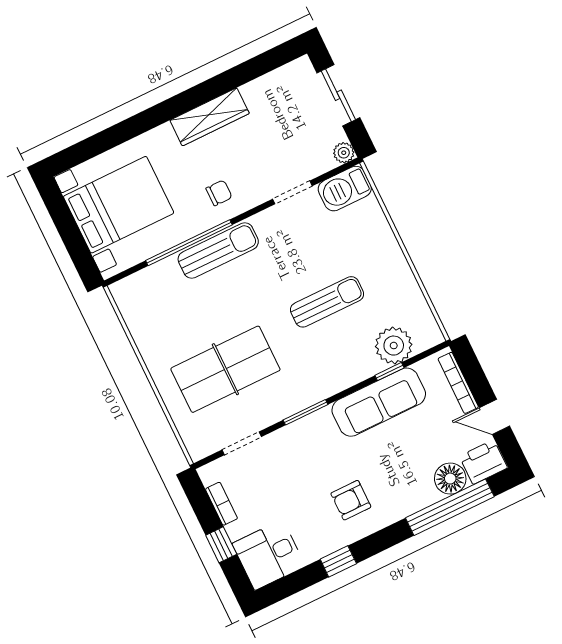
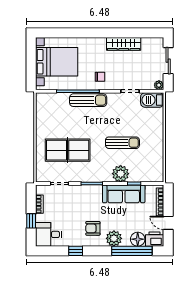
wardrobe: (210, 117) -> (124, 44), moved
plant: (394, 346) -> (121, 174), moved
plant: (402, 500) -> (114, 238), added

